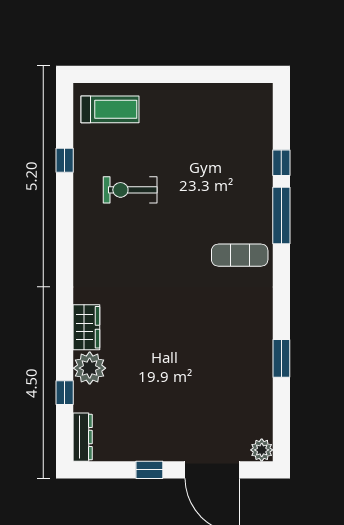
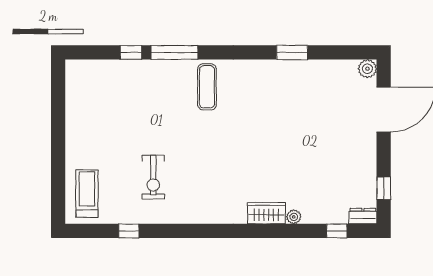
plant: (90, 368) -> (294, 217), width x0.53, depth x0.53
window: (65, 393) -> (337, 231), moved
dresser: (83, 437) -> (363, 216), width x0.70
window: (149, 470) -> (384, 188), moved

